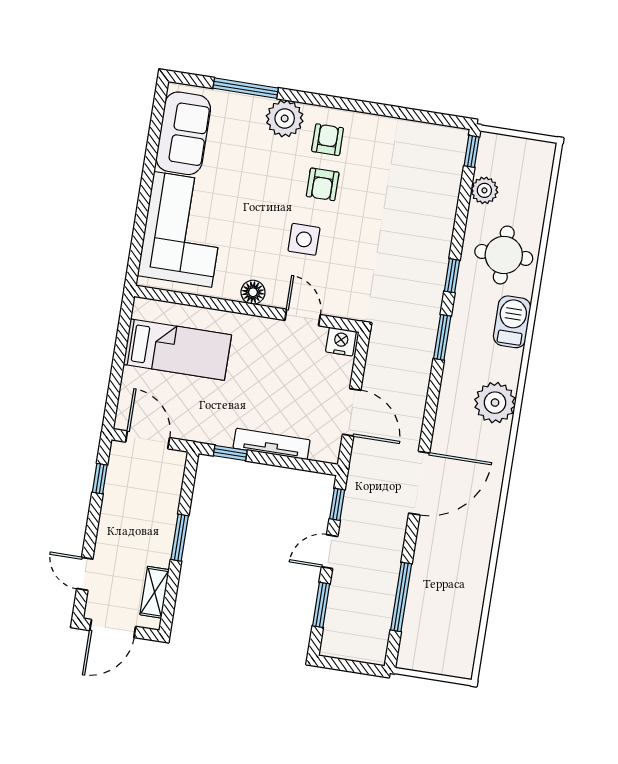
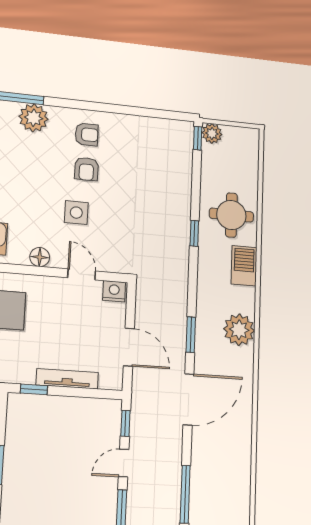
plant: (285, 118) -> (34, 118), moved
armchair: (328, 140) -> (87, 134), turned 90
plant: (484, 190) -> (212, 133), moved
window: (442, 337) -> (191, 335), moved

